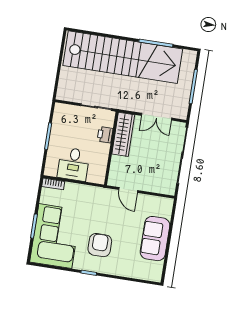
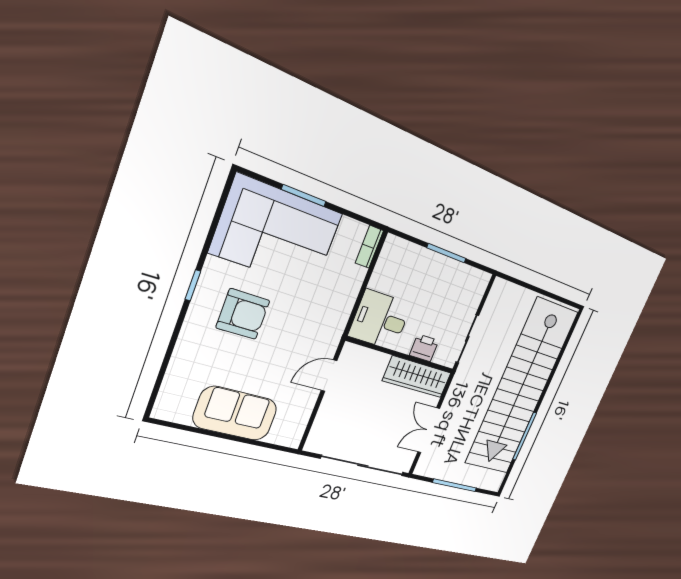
desk: (74, 164) -> (380, 320), moved

